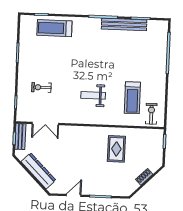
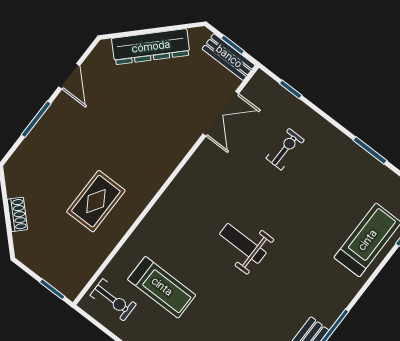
weight bench: (93, 95) -> (243, 243), moved, turned -90
treadmill: (132, 98) -> (162, 287), turned 180
double door: (45, 124) -> (221, 114), swing flipped
rug: (116, 149) -> (96, 201), turned 90

